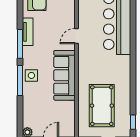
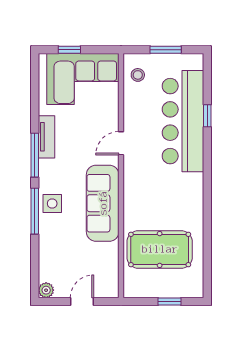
pool table: (102, 106) -> (160, 249), turned 90
window: (133, 122) -> (207, 116), moved

